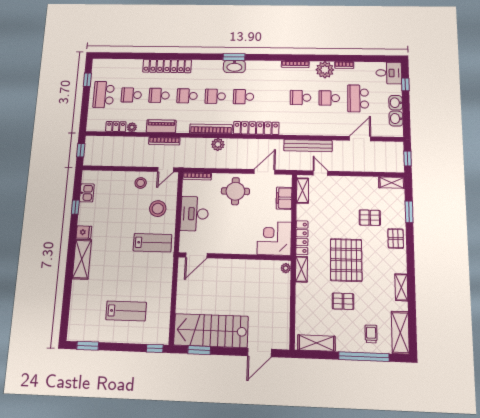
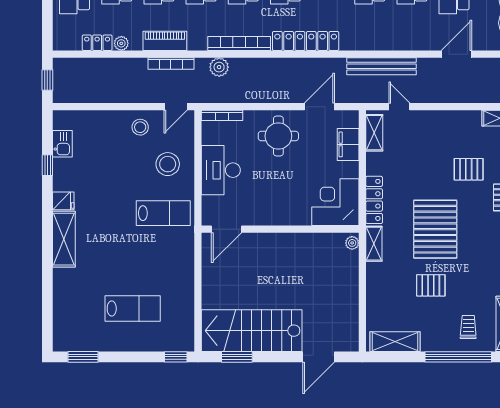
plant: (218, 144) -> (219, 67), moved

